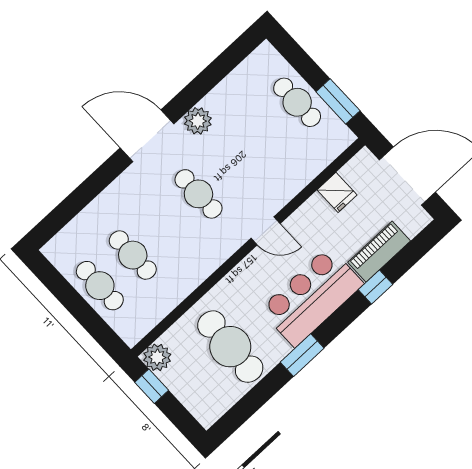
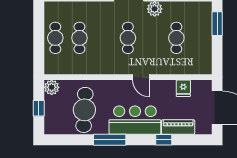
window: (338, 101) -> (217, 24), moved
cafe table: (297, 102) -> (176, 38), moved
window: (302, 355) -> (110, 140), width x1.44
window: (152, 386) -> (39, 108), moved

